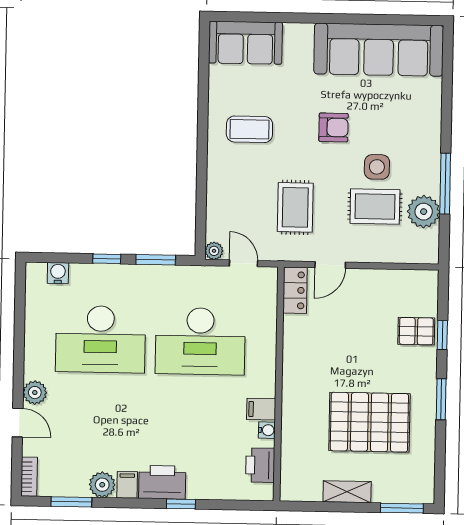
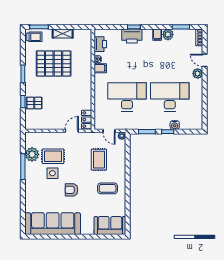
rug: (295, 207) -> (99, 160), moved
water cooler: (58, 273) -> (175, 125), moved
printer: (162, 482) -> (132, 36), moved
trolley: (413, 485) -> (34, 37), added

